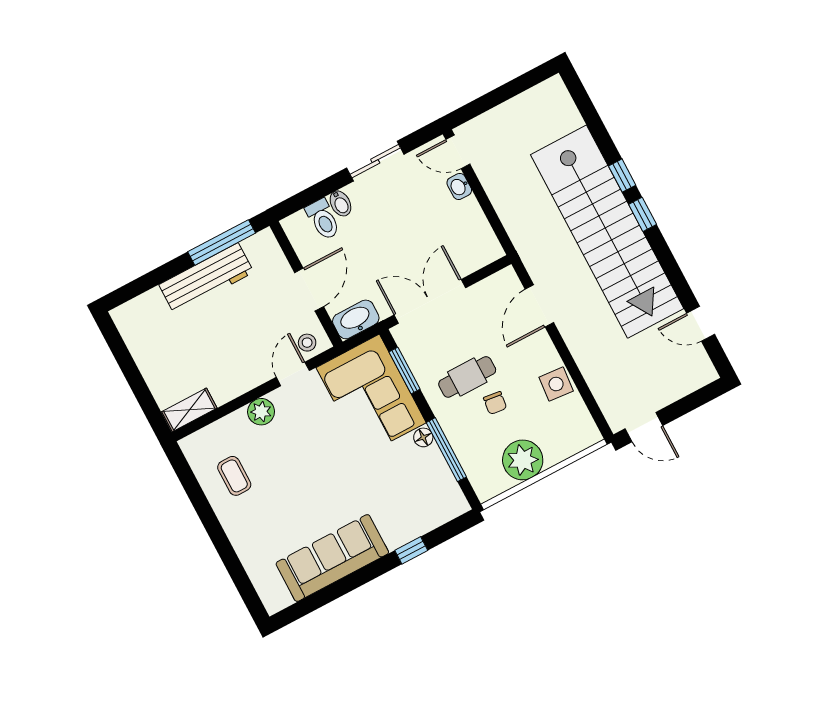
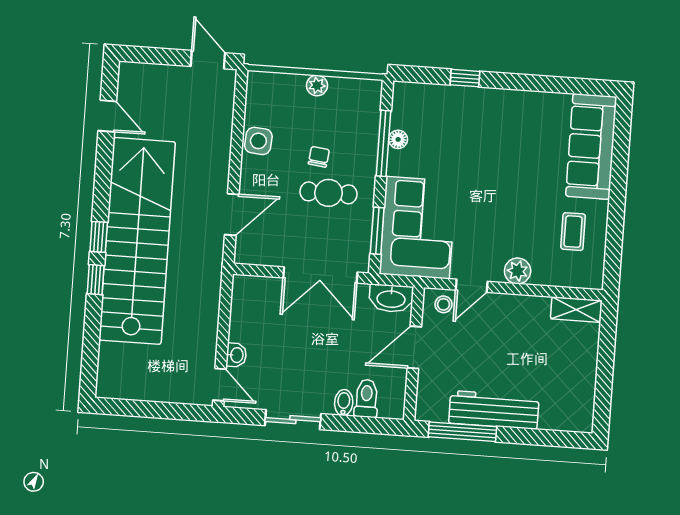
floor lamp: (423, 437) -> (398, 139), moved
plant: (523, 460) -> (317, 85), width x0.53, depth x0.53
sofa: (332, 558) -> (591, 146), moved, turned 90

